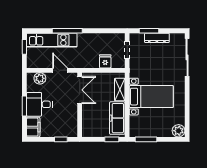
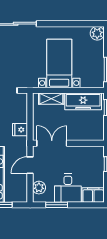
fridge: (105, 61) -> (20, 130), moved
window: (24, 106) -> (57, 205), moved

